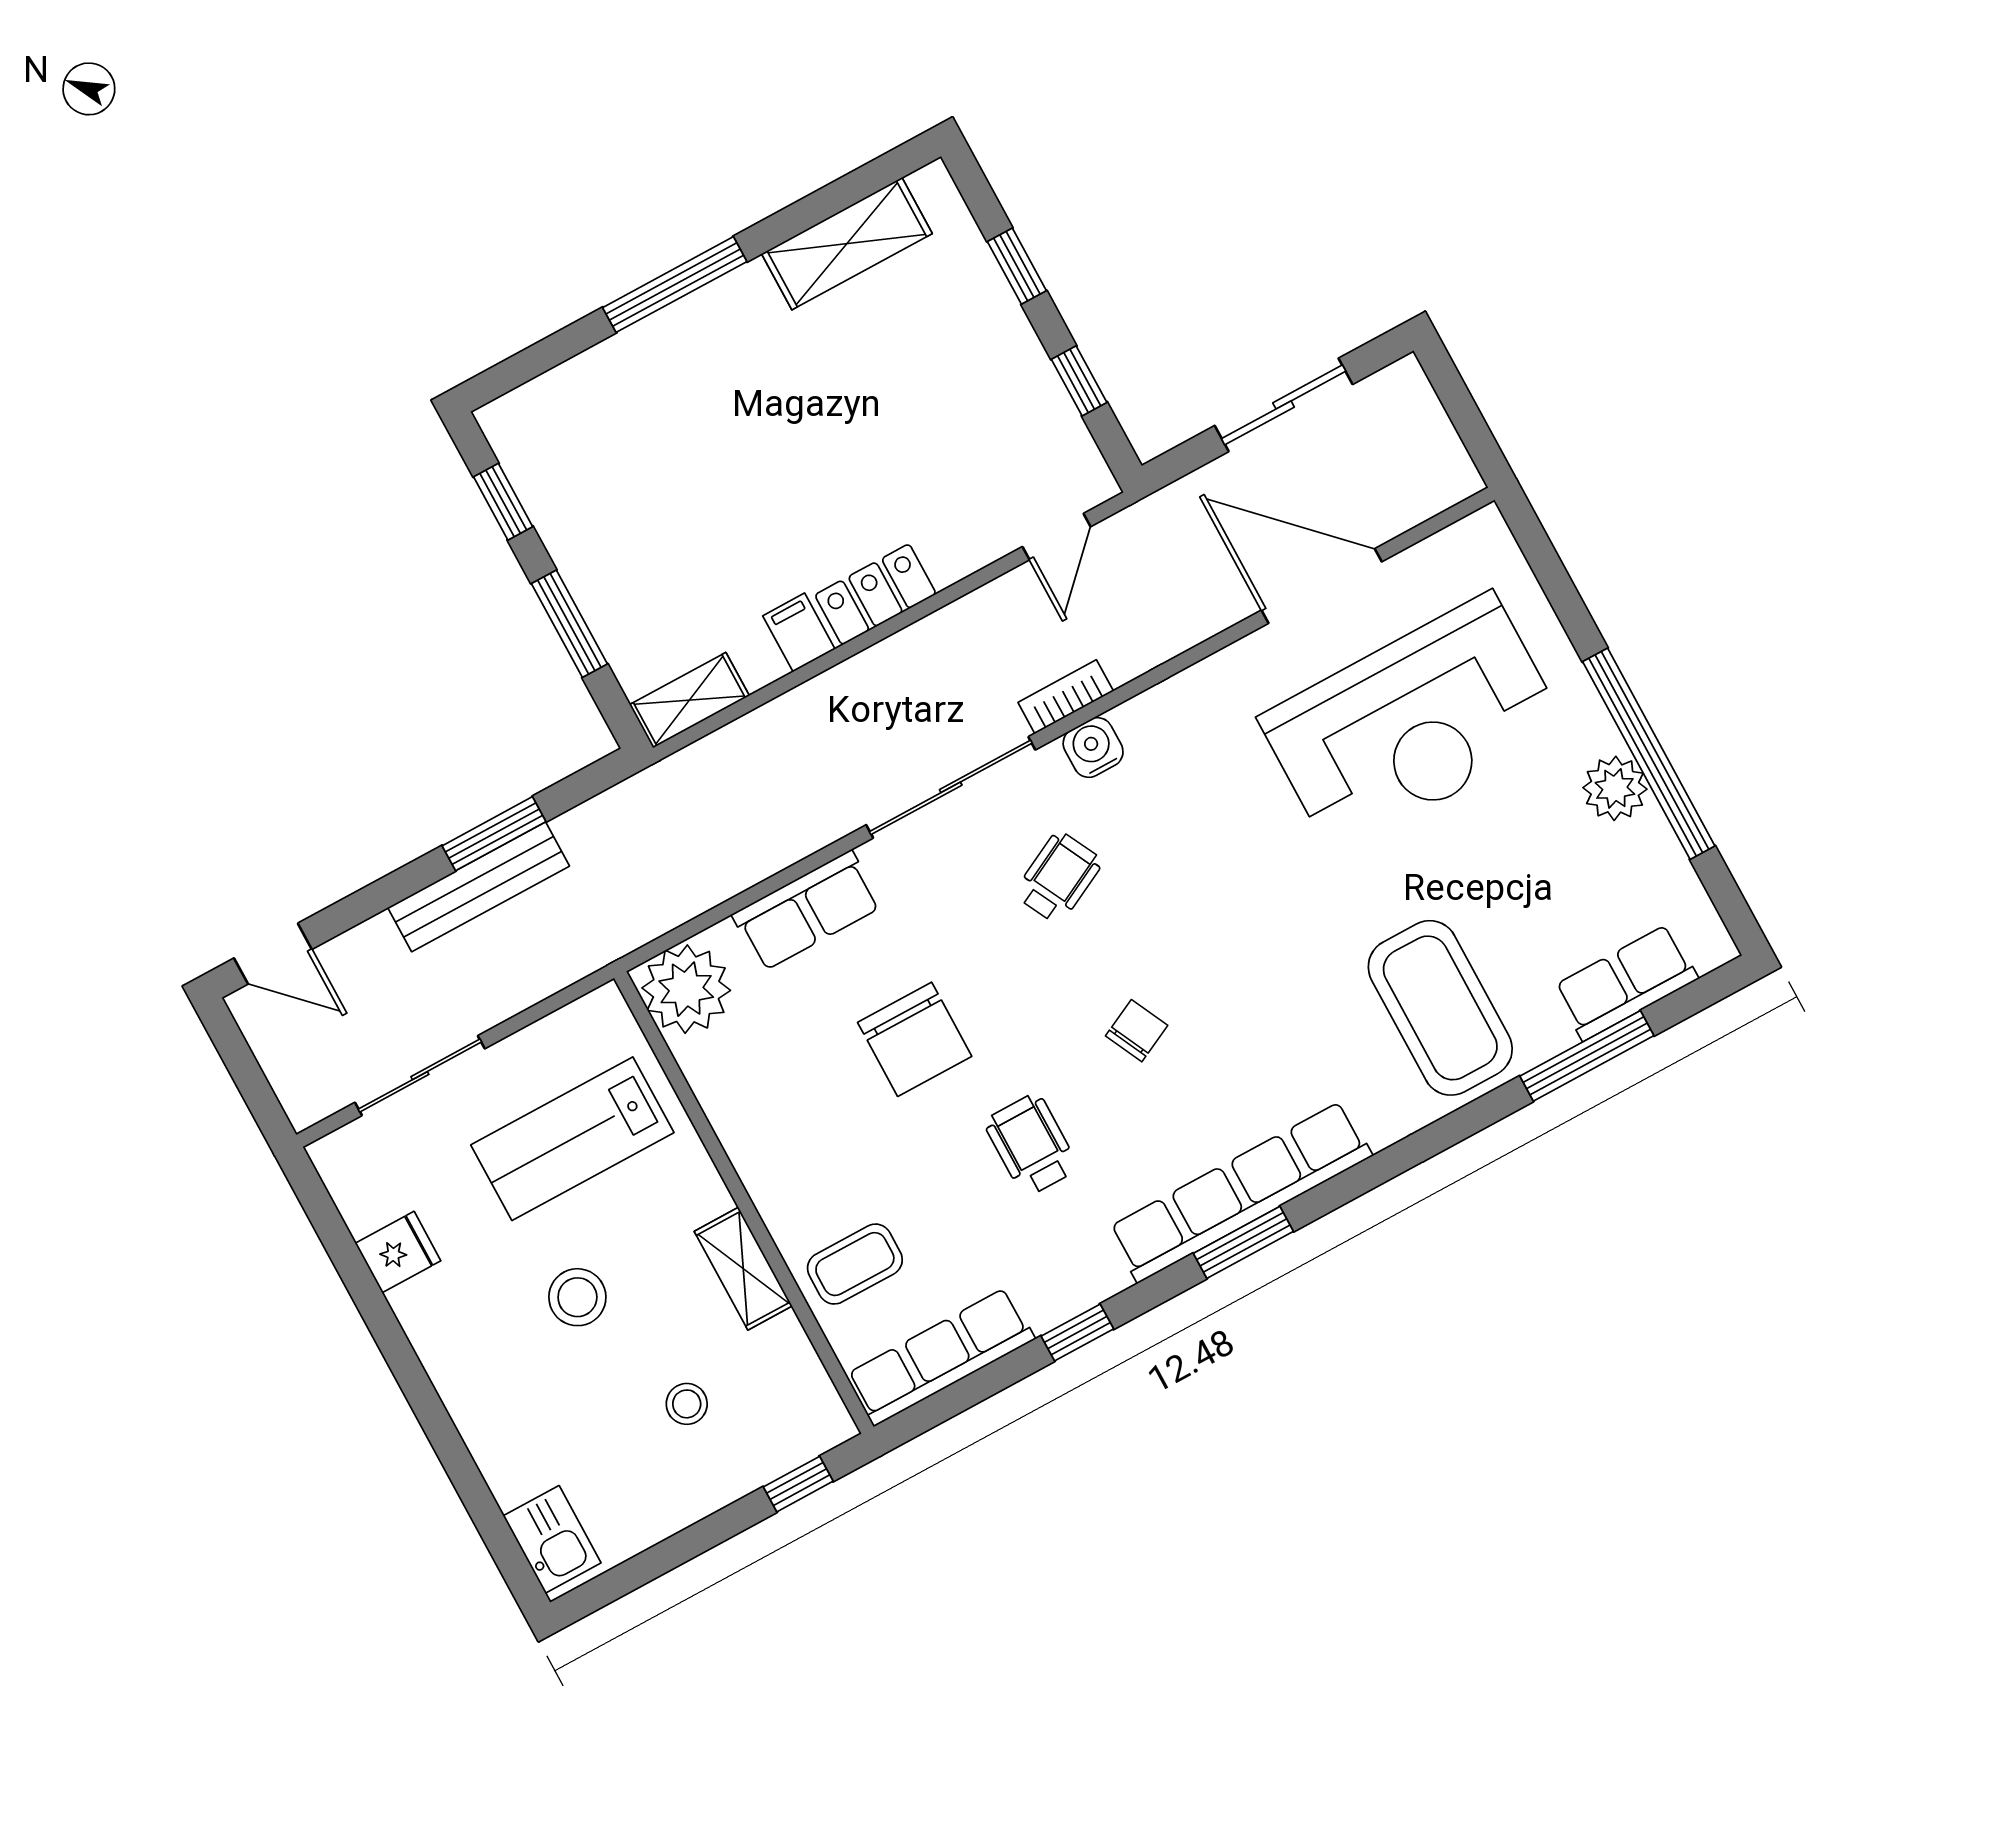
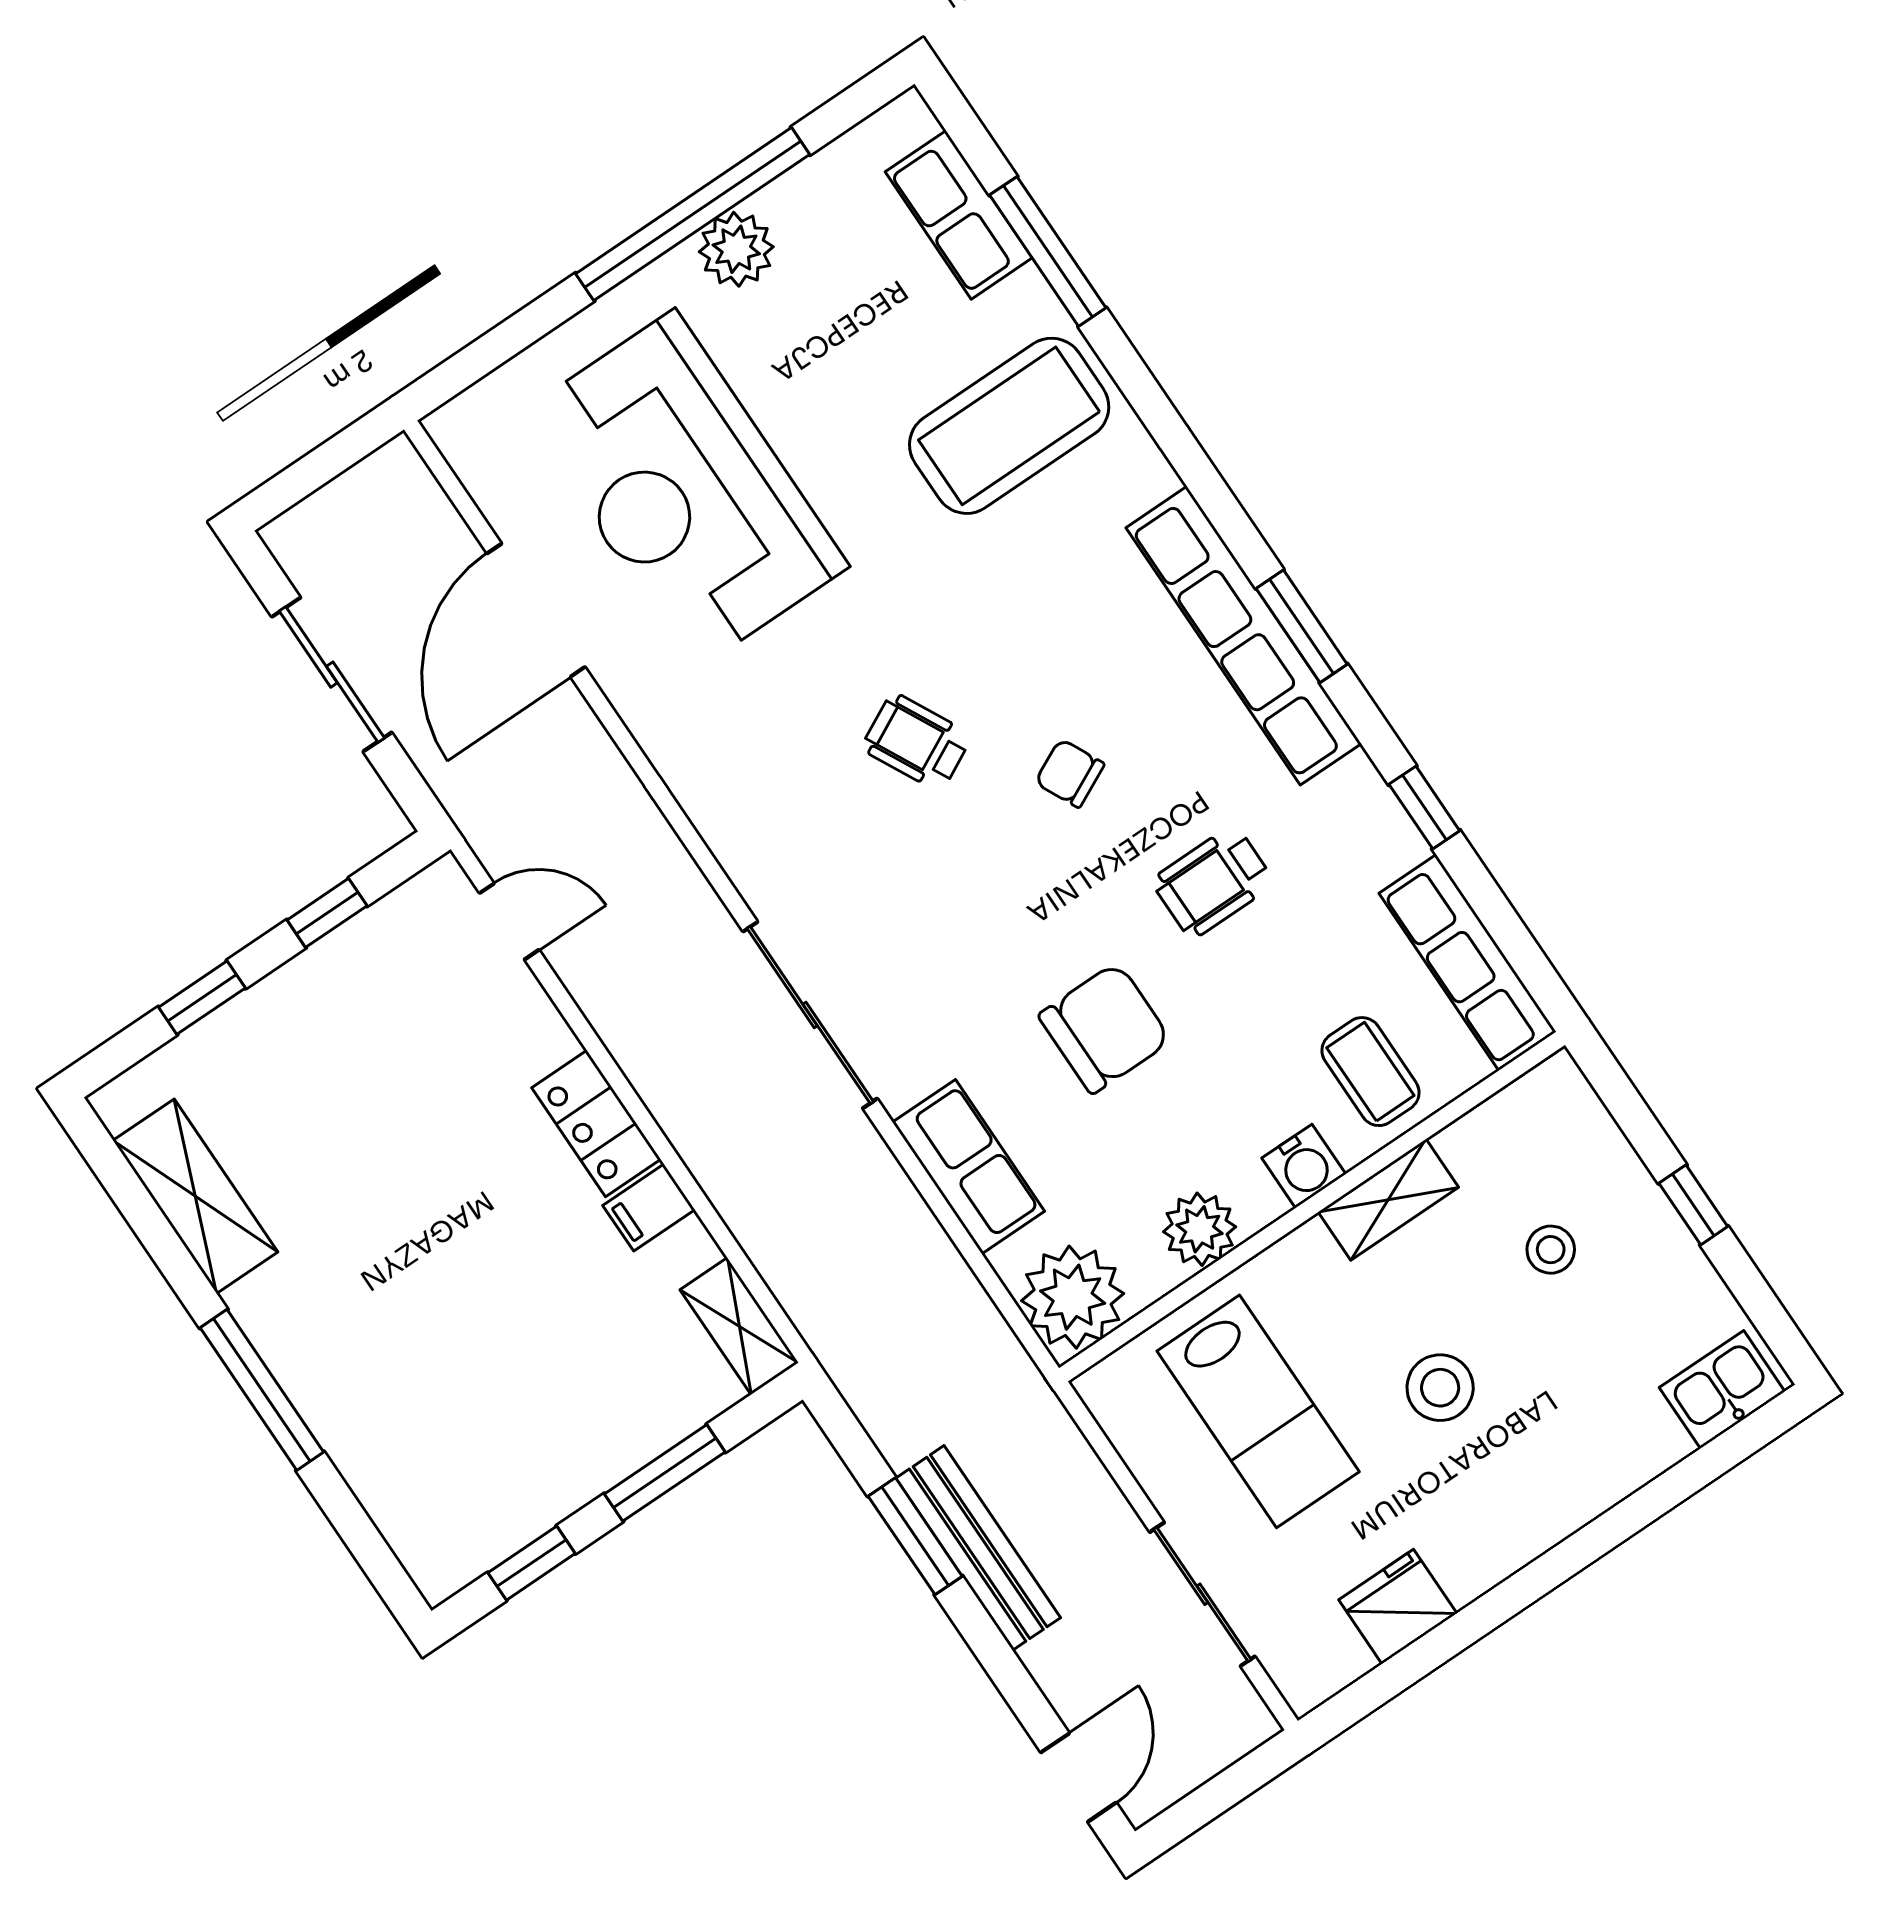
bookcase: (1066, 697) -> (693, 893), removed
reception desk: (1413, 724) -> (685, 490), turned 180
water cooler: (1093, 748) -> (1304, 1166), moved, turned -90
wheelchair: (1058, 878) -> (917, 742), moved
plant: (734, 1104) -> (1200, 1229), added
fridge: (398, 1252) -> (1398, 1607), width x1.38
window: (798, 1484) -> (1693, 1205), moved

